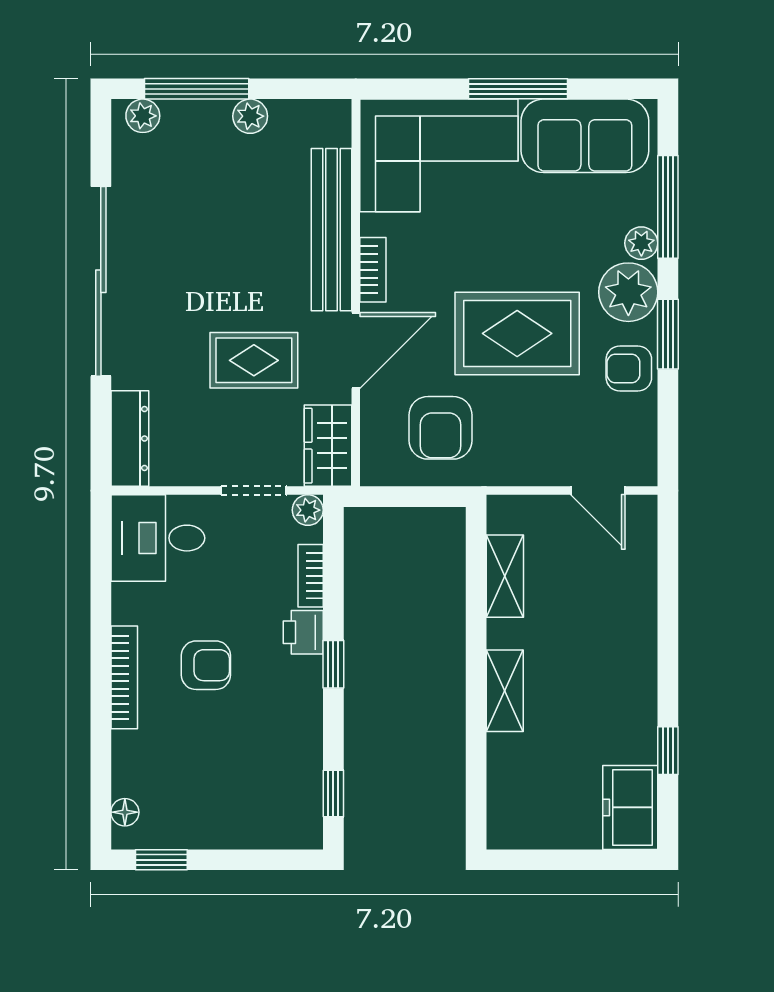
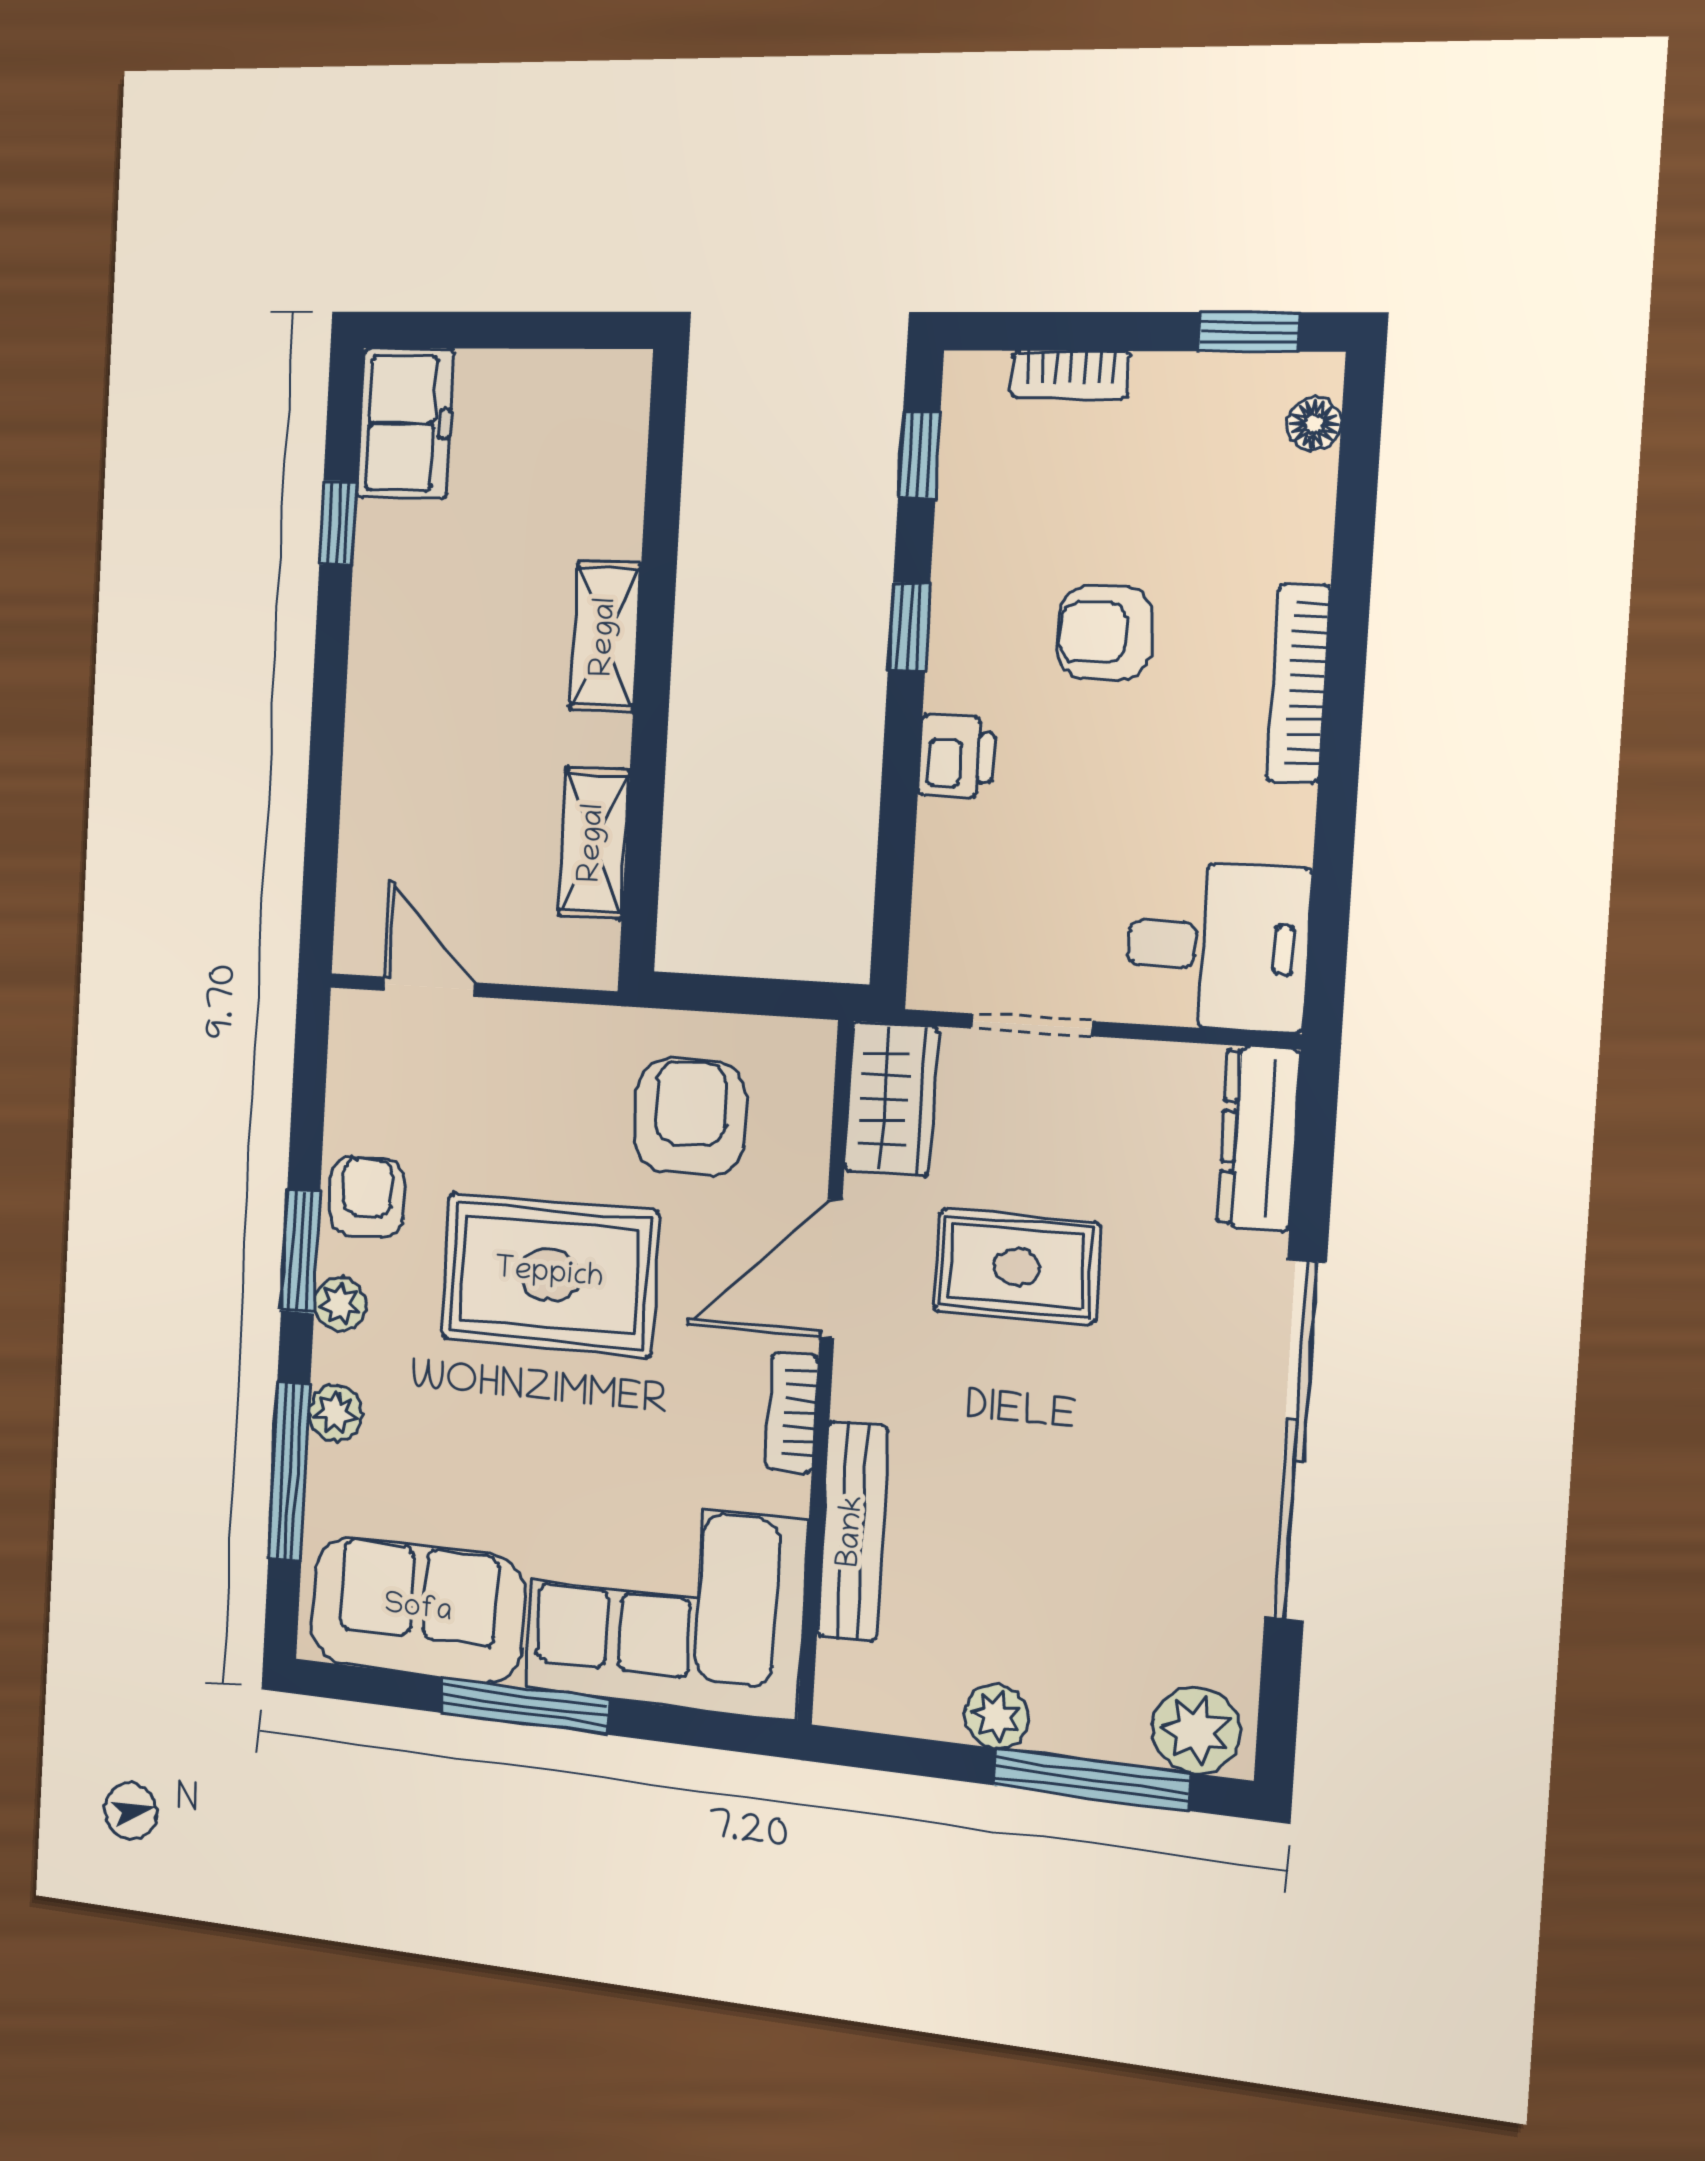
plant: (143, 116) -> (1196, 1730), width x1.38, depth x1.38
bench: (332, 230) -> (853, 1531), width x0.73, depth x0.82
plant: (628, 292) -> (340, 1304), width x0.53, depth x0.53
armchair: (629, 368) -> (367, 1197), turned -90
plant: (308, 510) -> (935, 983), removed
bookcase: (311, 576) -> (1070, 375), moved, turned 90
window: (333, 664) -> (909, 627), moved
armchair: (206, 665) -> (1104, 632), moved

